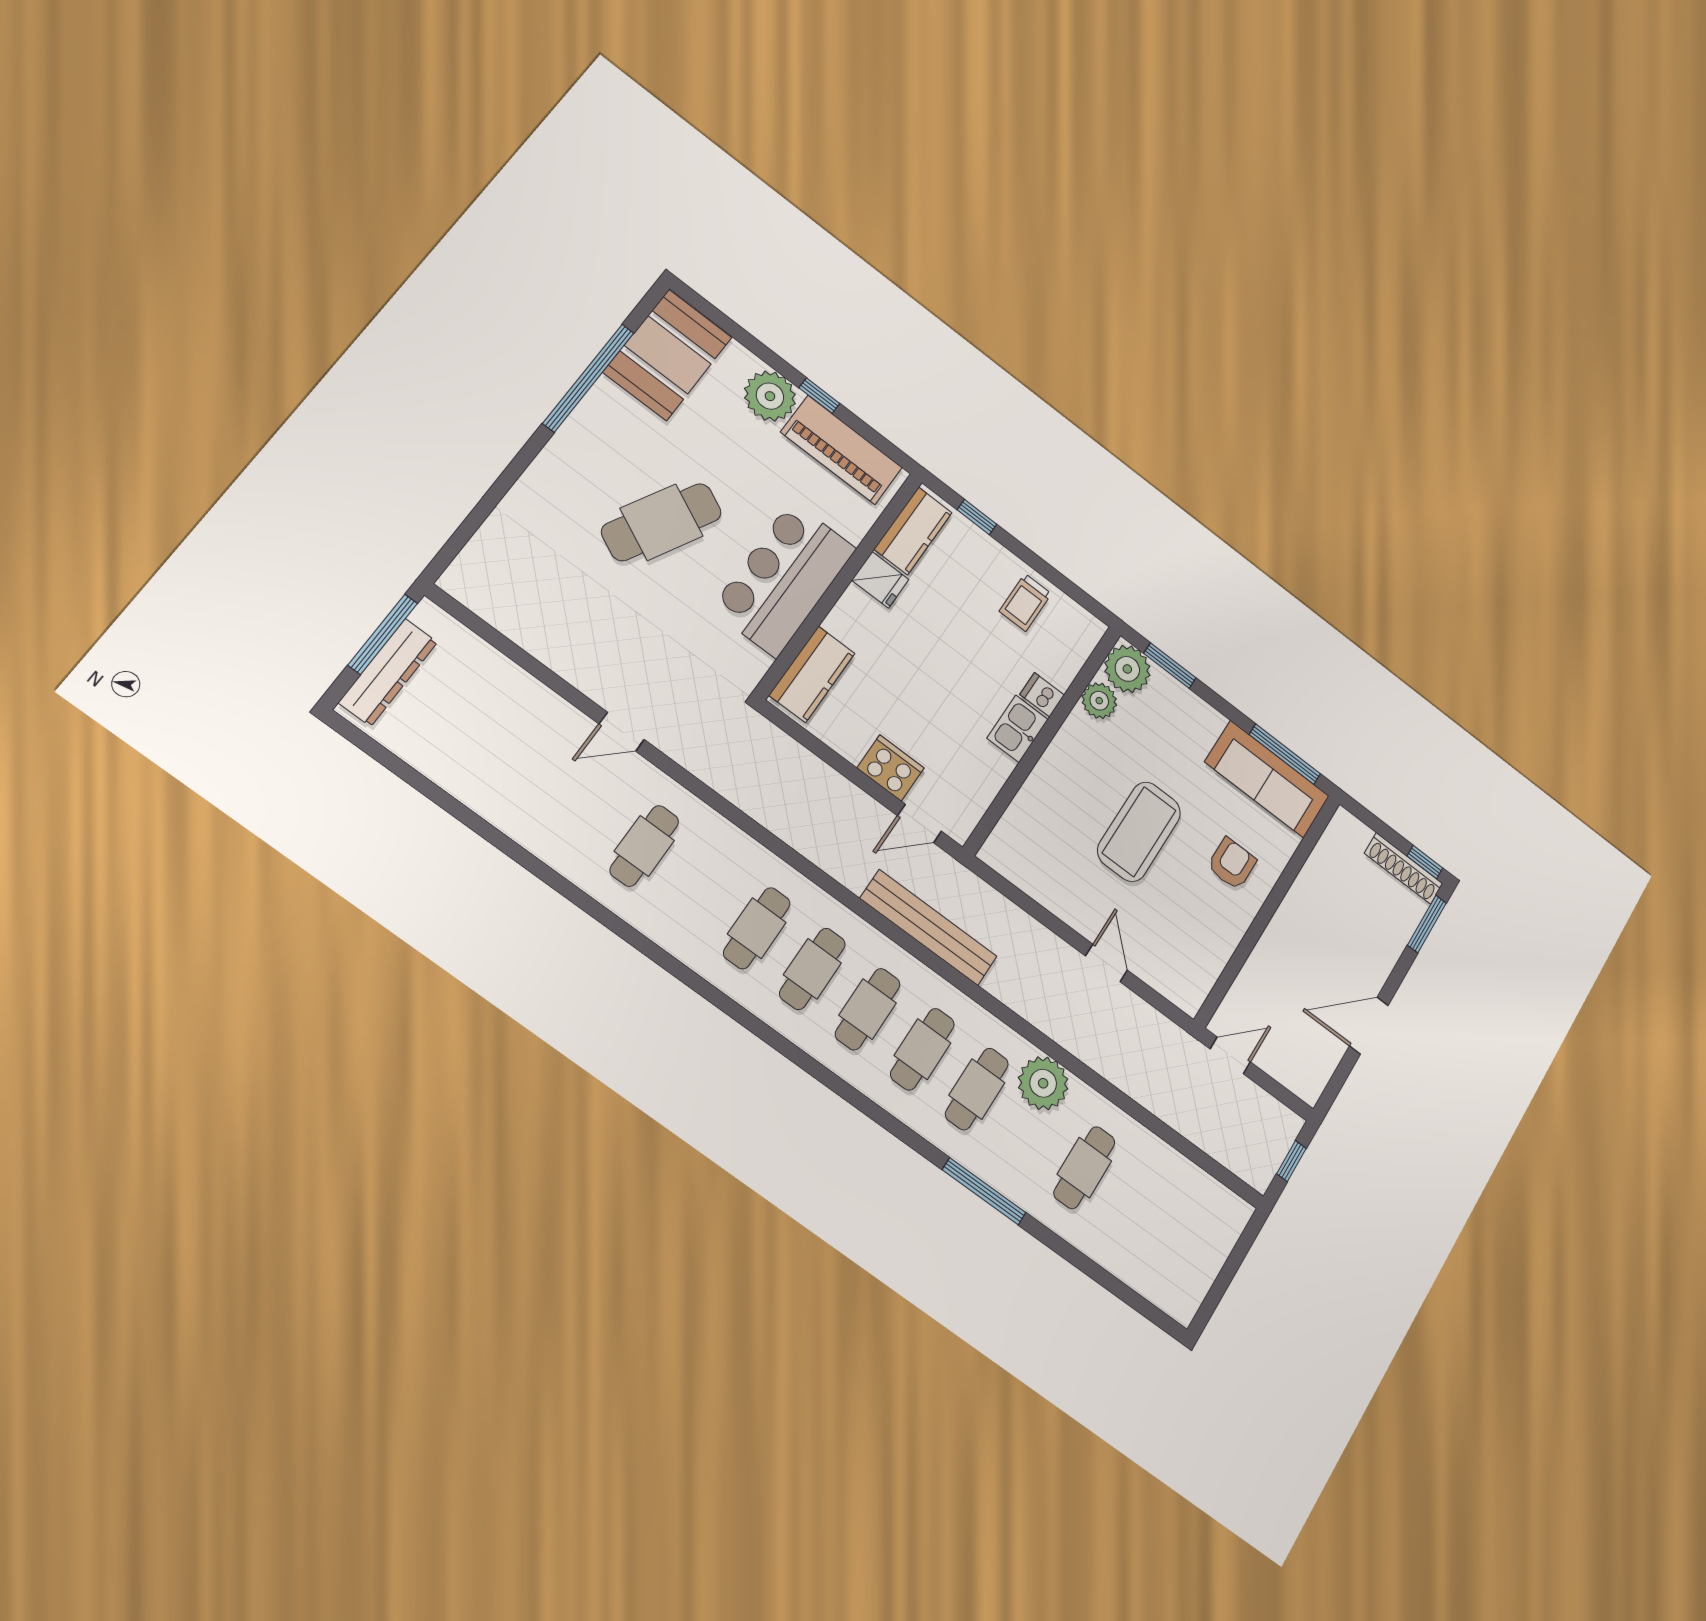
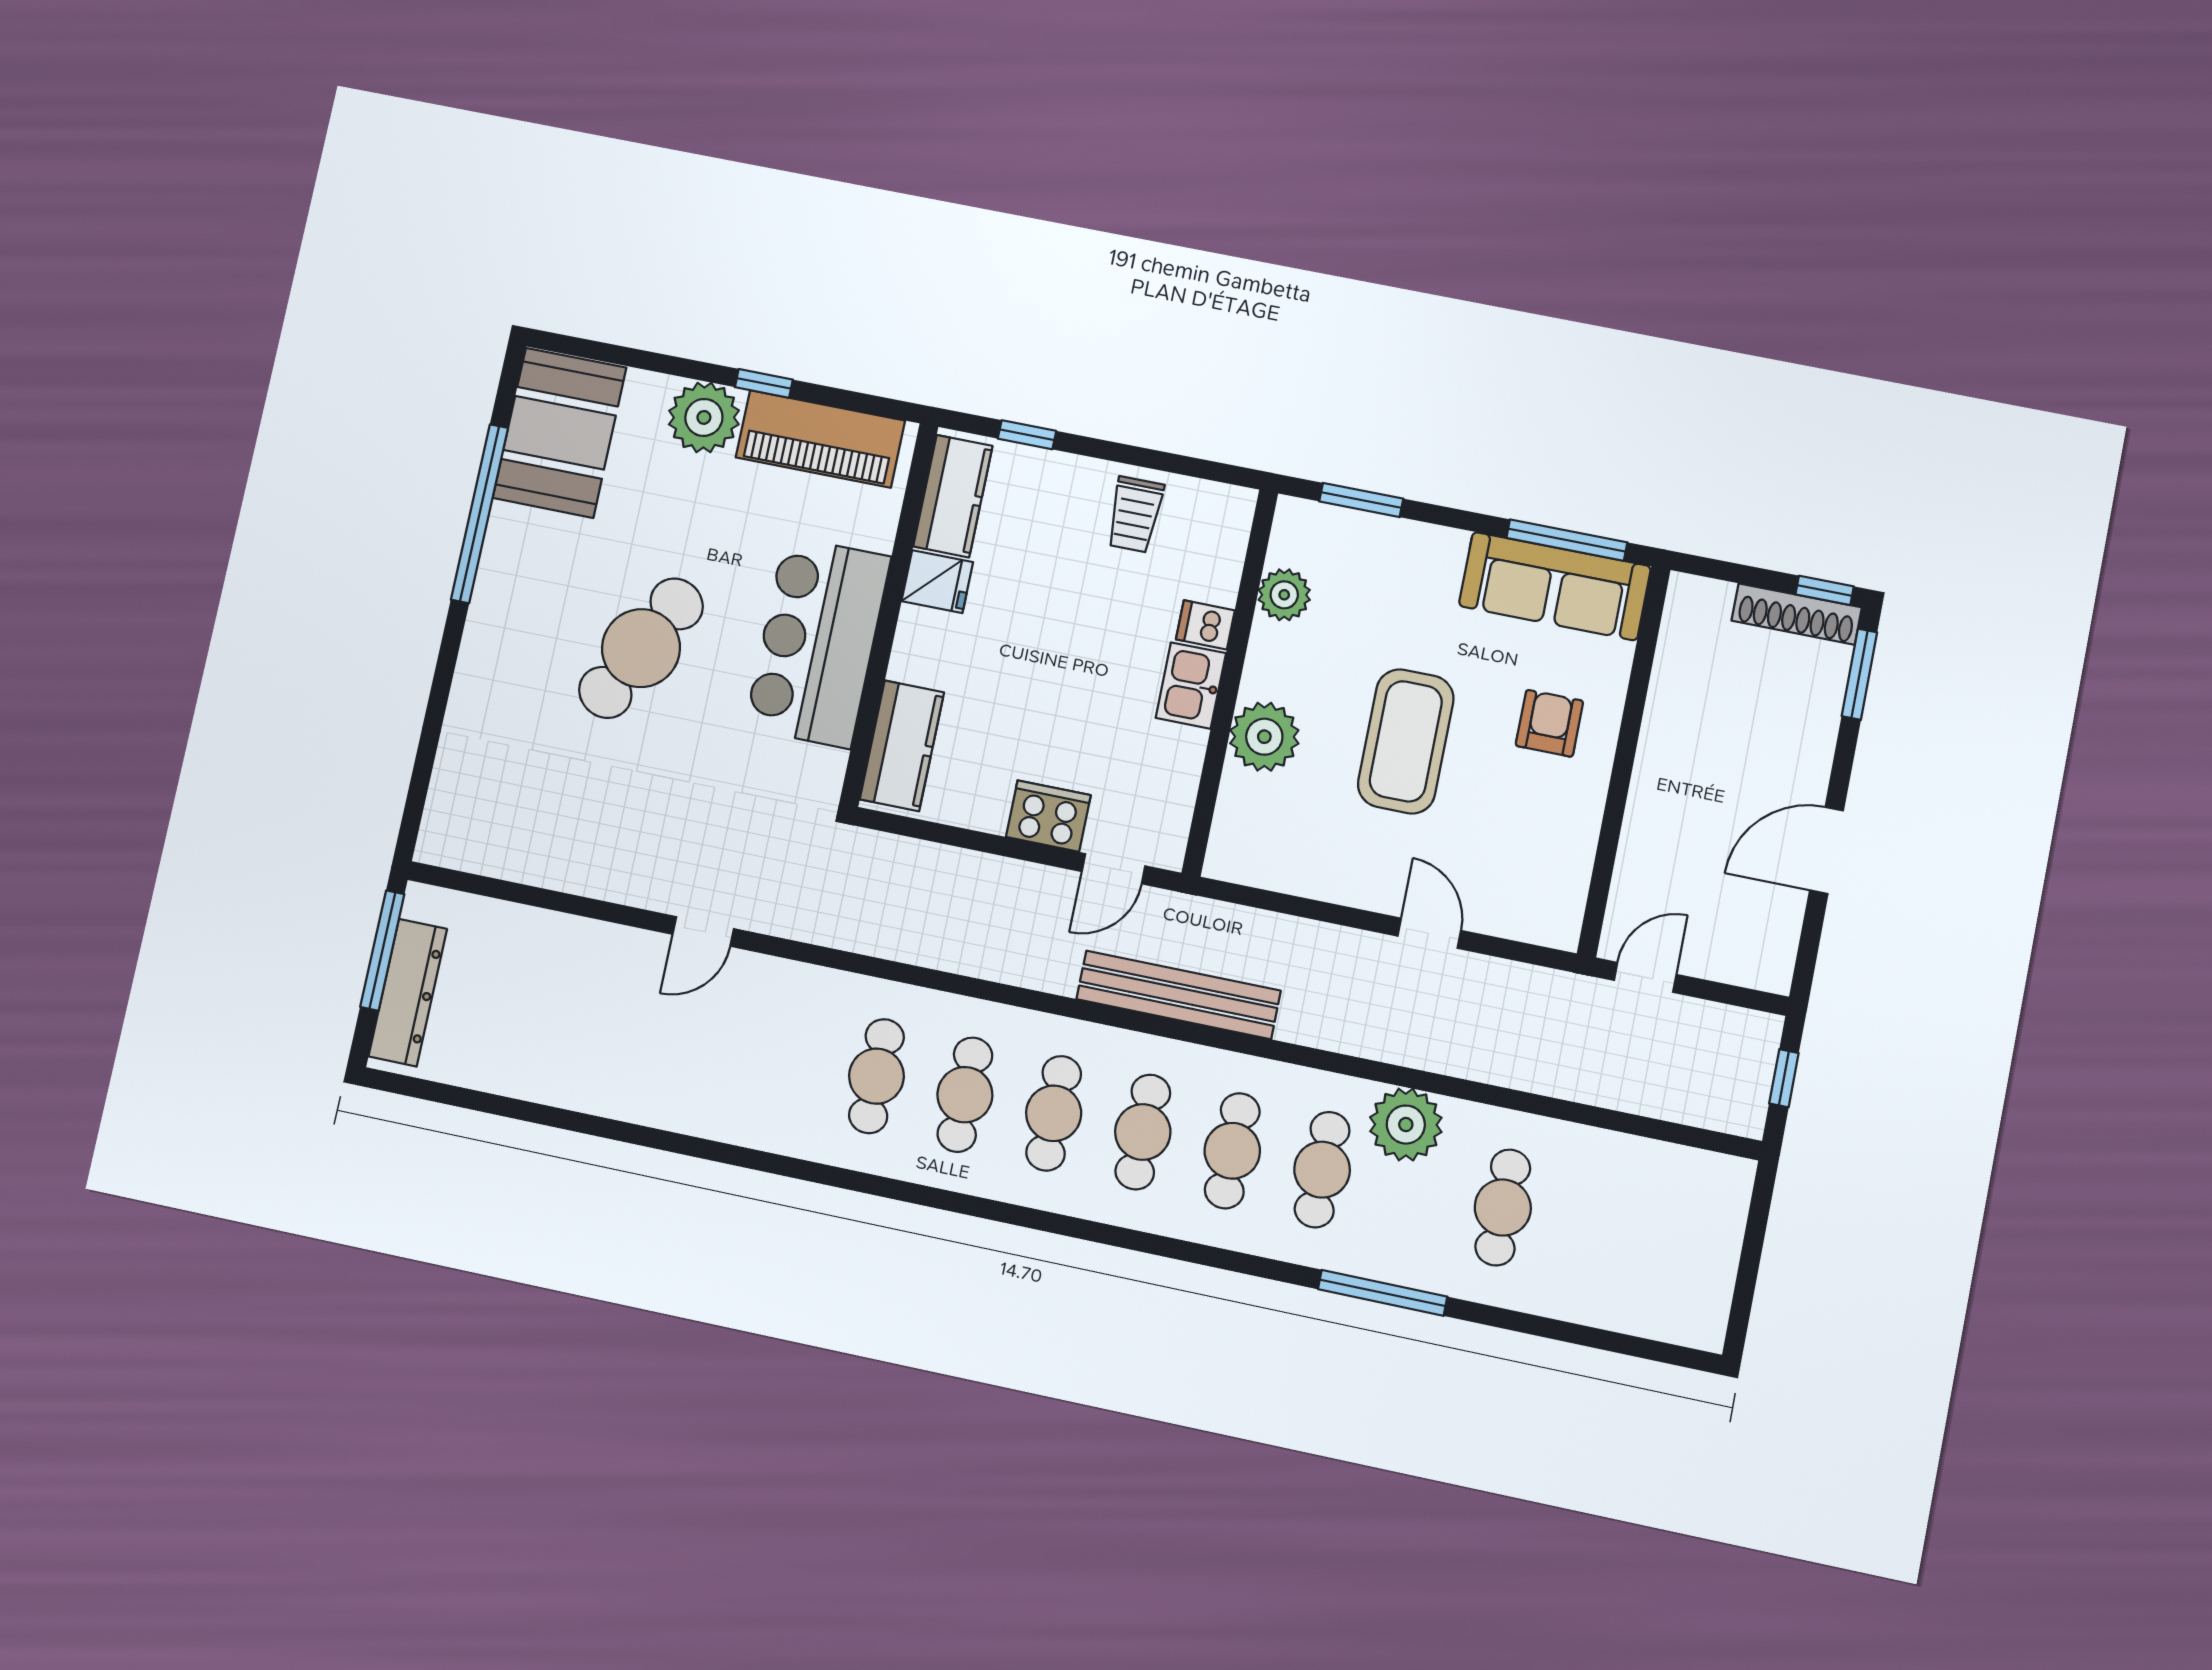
plant: (1127, 669) -> (1264, 737), moved
cafe table: (644, 846) -> (876, 1076), moved

